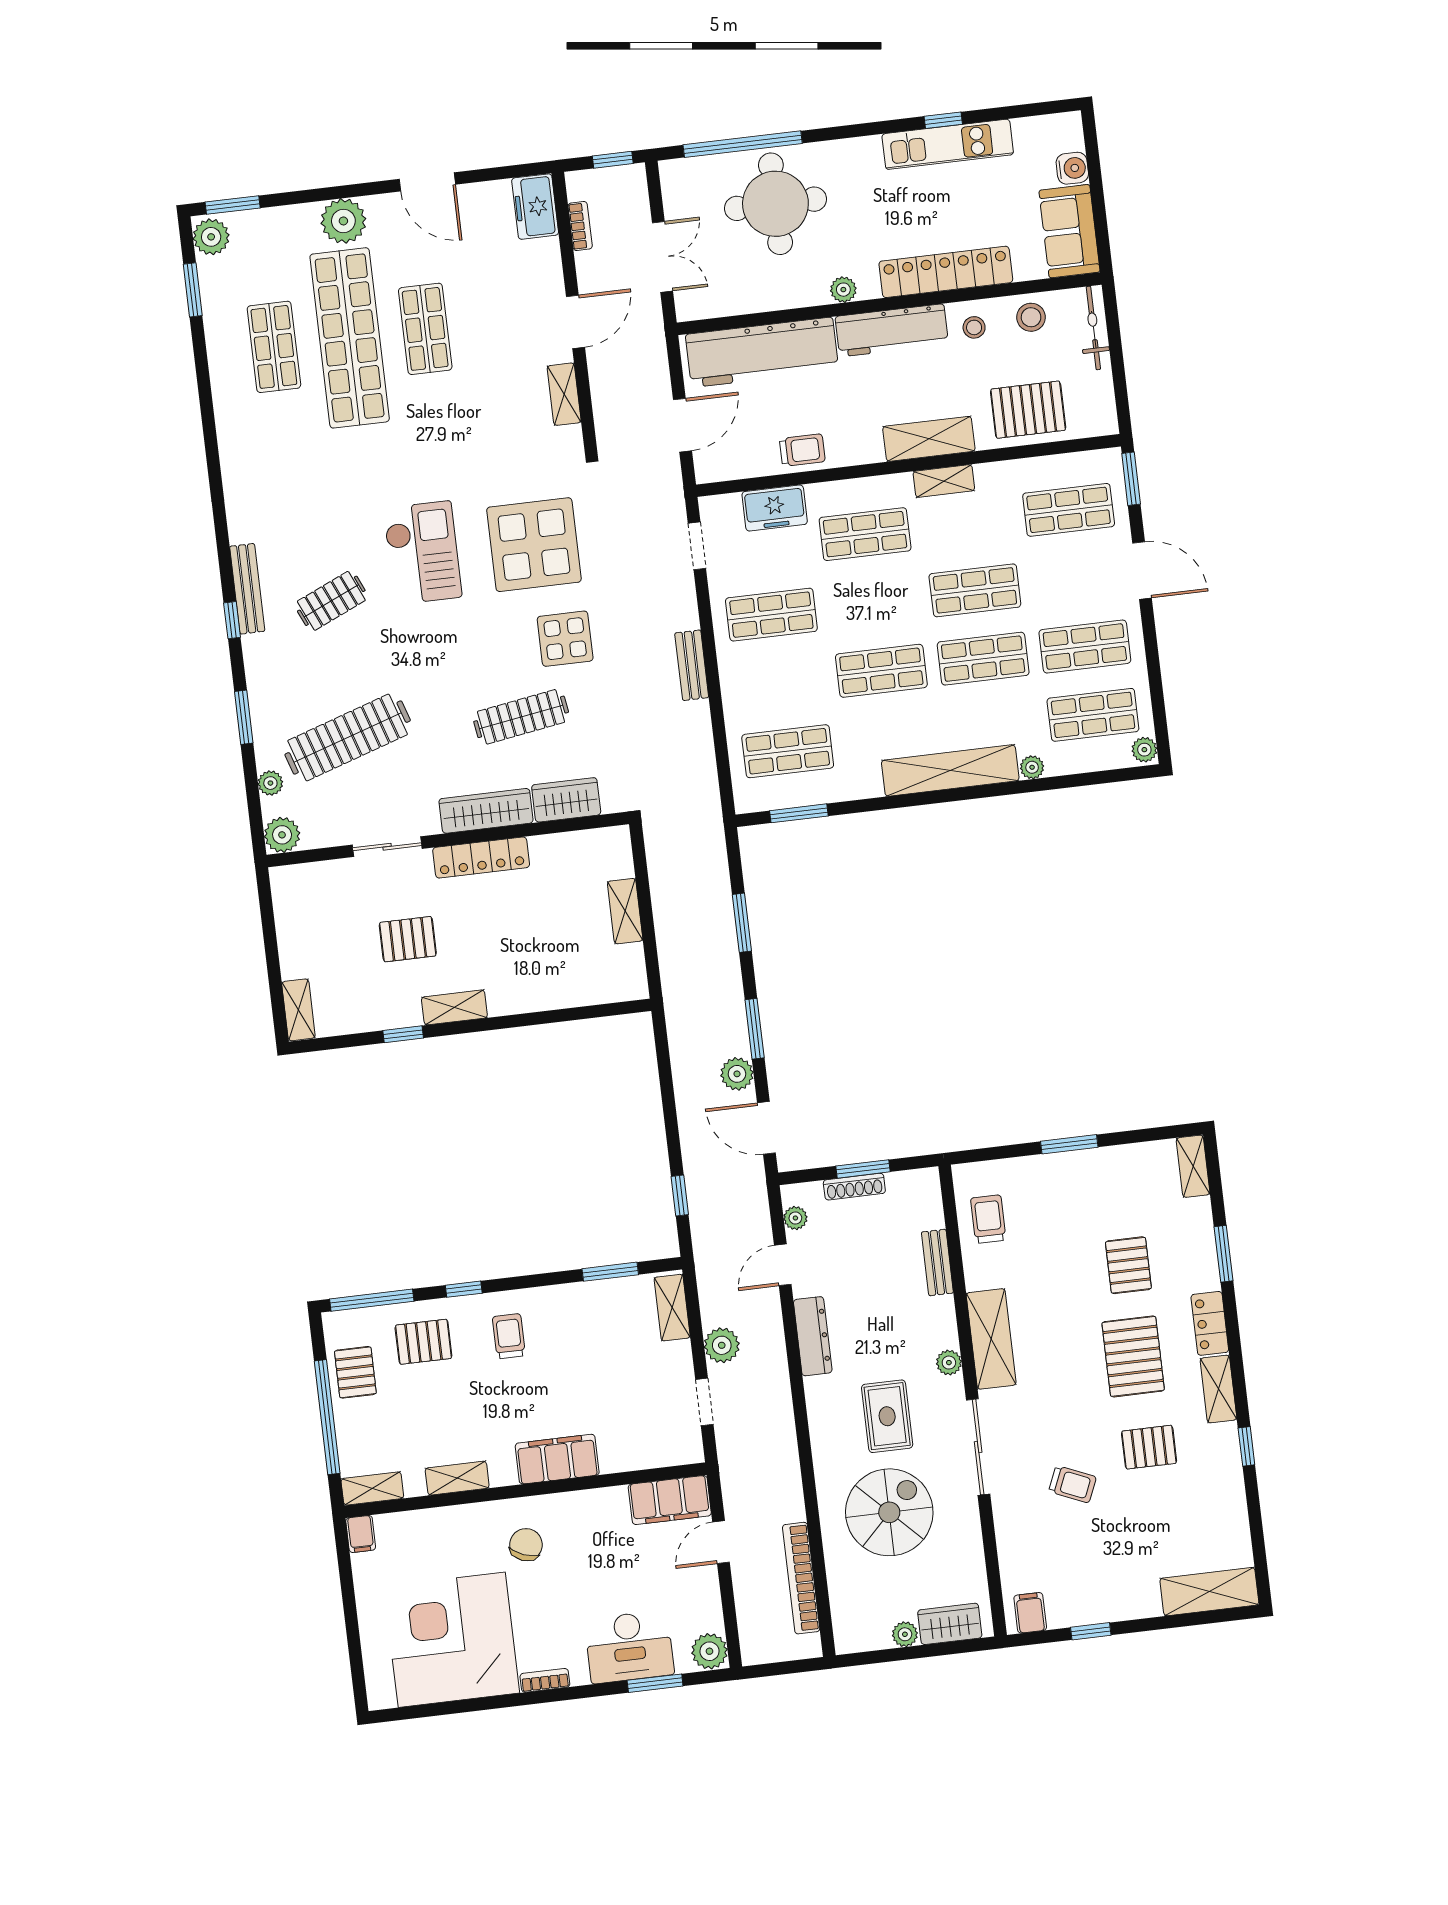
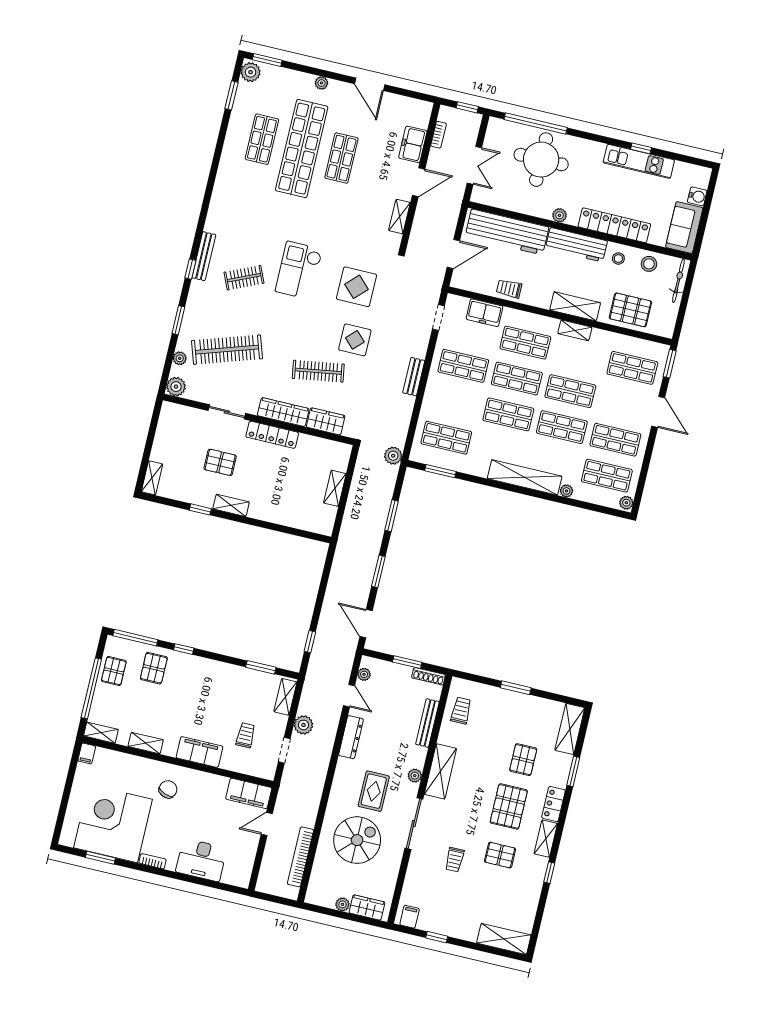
freezer: (535, 207) -> (413, 144), moved
plant: (343, 221) -> (321, 83), width x0.53, depth x0.53
trolley: (802, 450) -> (509, 289), turned 180
display table: (534, 545) -> (356, 287), width x0.73, depth x0.73
checkout: (422, 553) -> (299, 270), turned 180
shop shelf: (873, 602) -> (517, 379), added
plant: (737, 1074) -> (393, 456), moved
shelving: (1193, 1166) -> (570, 729), width x1.50, depth x1.33
shoe rack: (854, 1187) -> (429, 676), moved
bench: (937, 1262) -> (427, 723), width x1.36
door: (783, 1265) -> (349, 696), swing flipped
trolley: (509, 1336) -> (246, 735), moved
pallet: (423, 1342) -> (154, 668), turned 90
trolley: (1072, 1484) -> (455, 860), turned 67
plant: (709, 1651) -> (241, 877), removed
window: (655, 1683) -> (100, 858), moved

